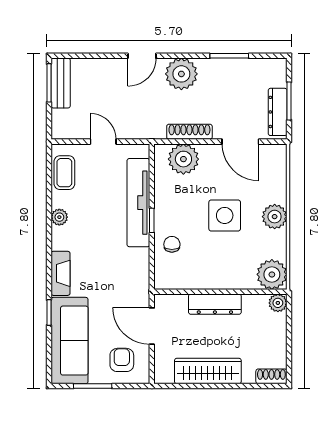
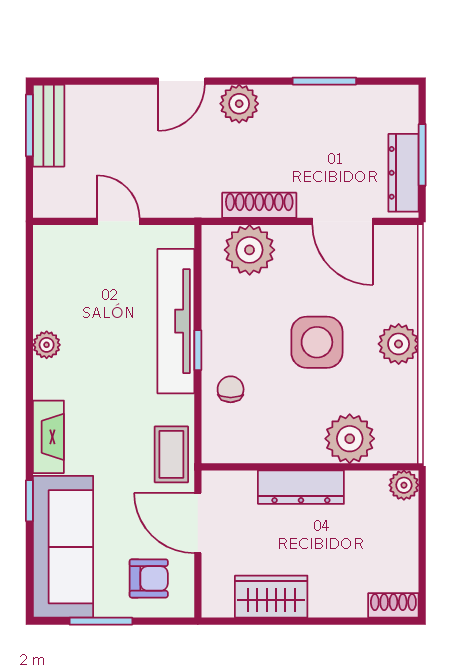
plant: (181, 74) -> (239, 104), width x0.73, depth x0.73
coffee table: (64, 173) -> (171, 454), moved
plant: (272, 274) -> (350, 439), moved
armchair: (122, 360) -> (149, 578), turned 90
wardrobe: (208, 371) -> (271, 597), width x0.67

